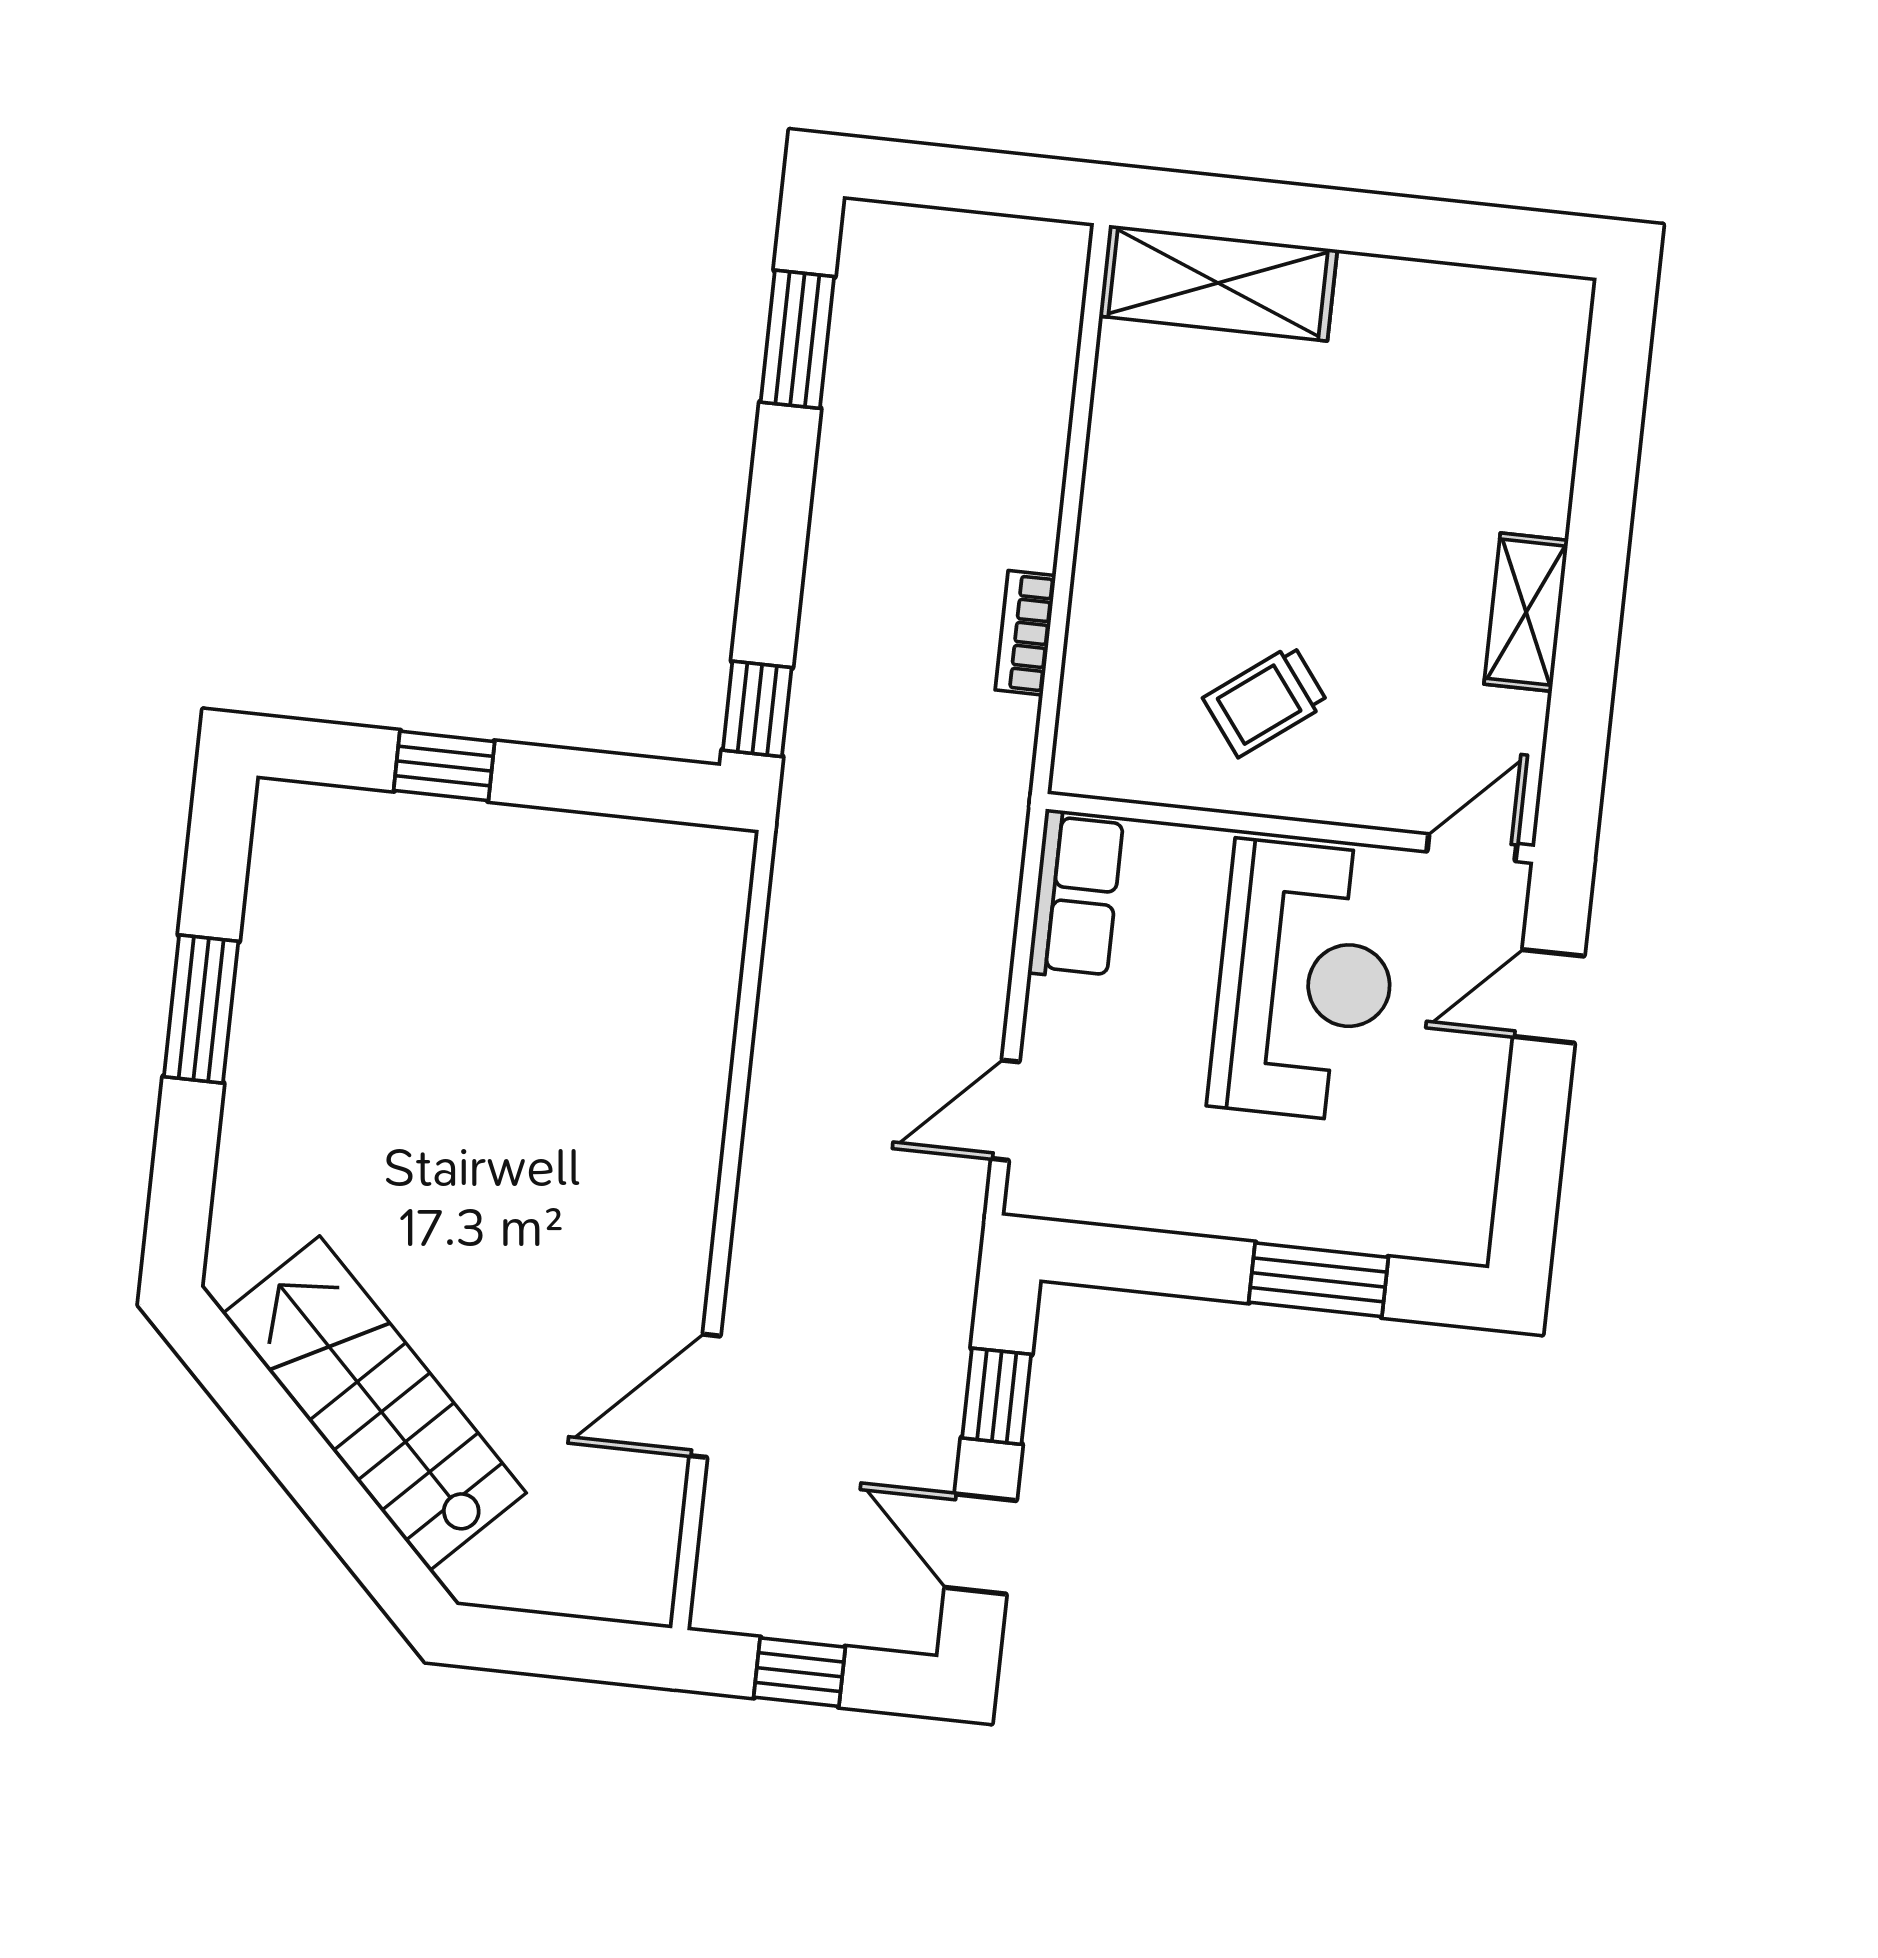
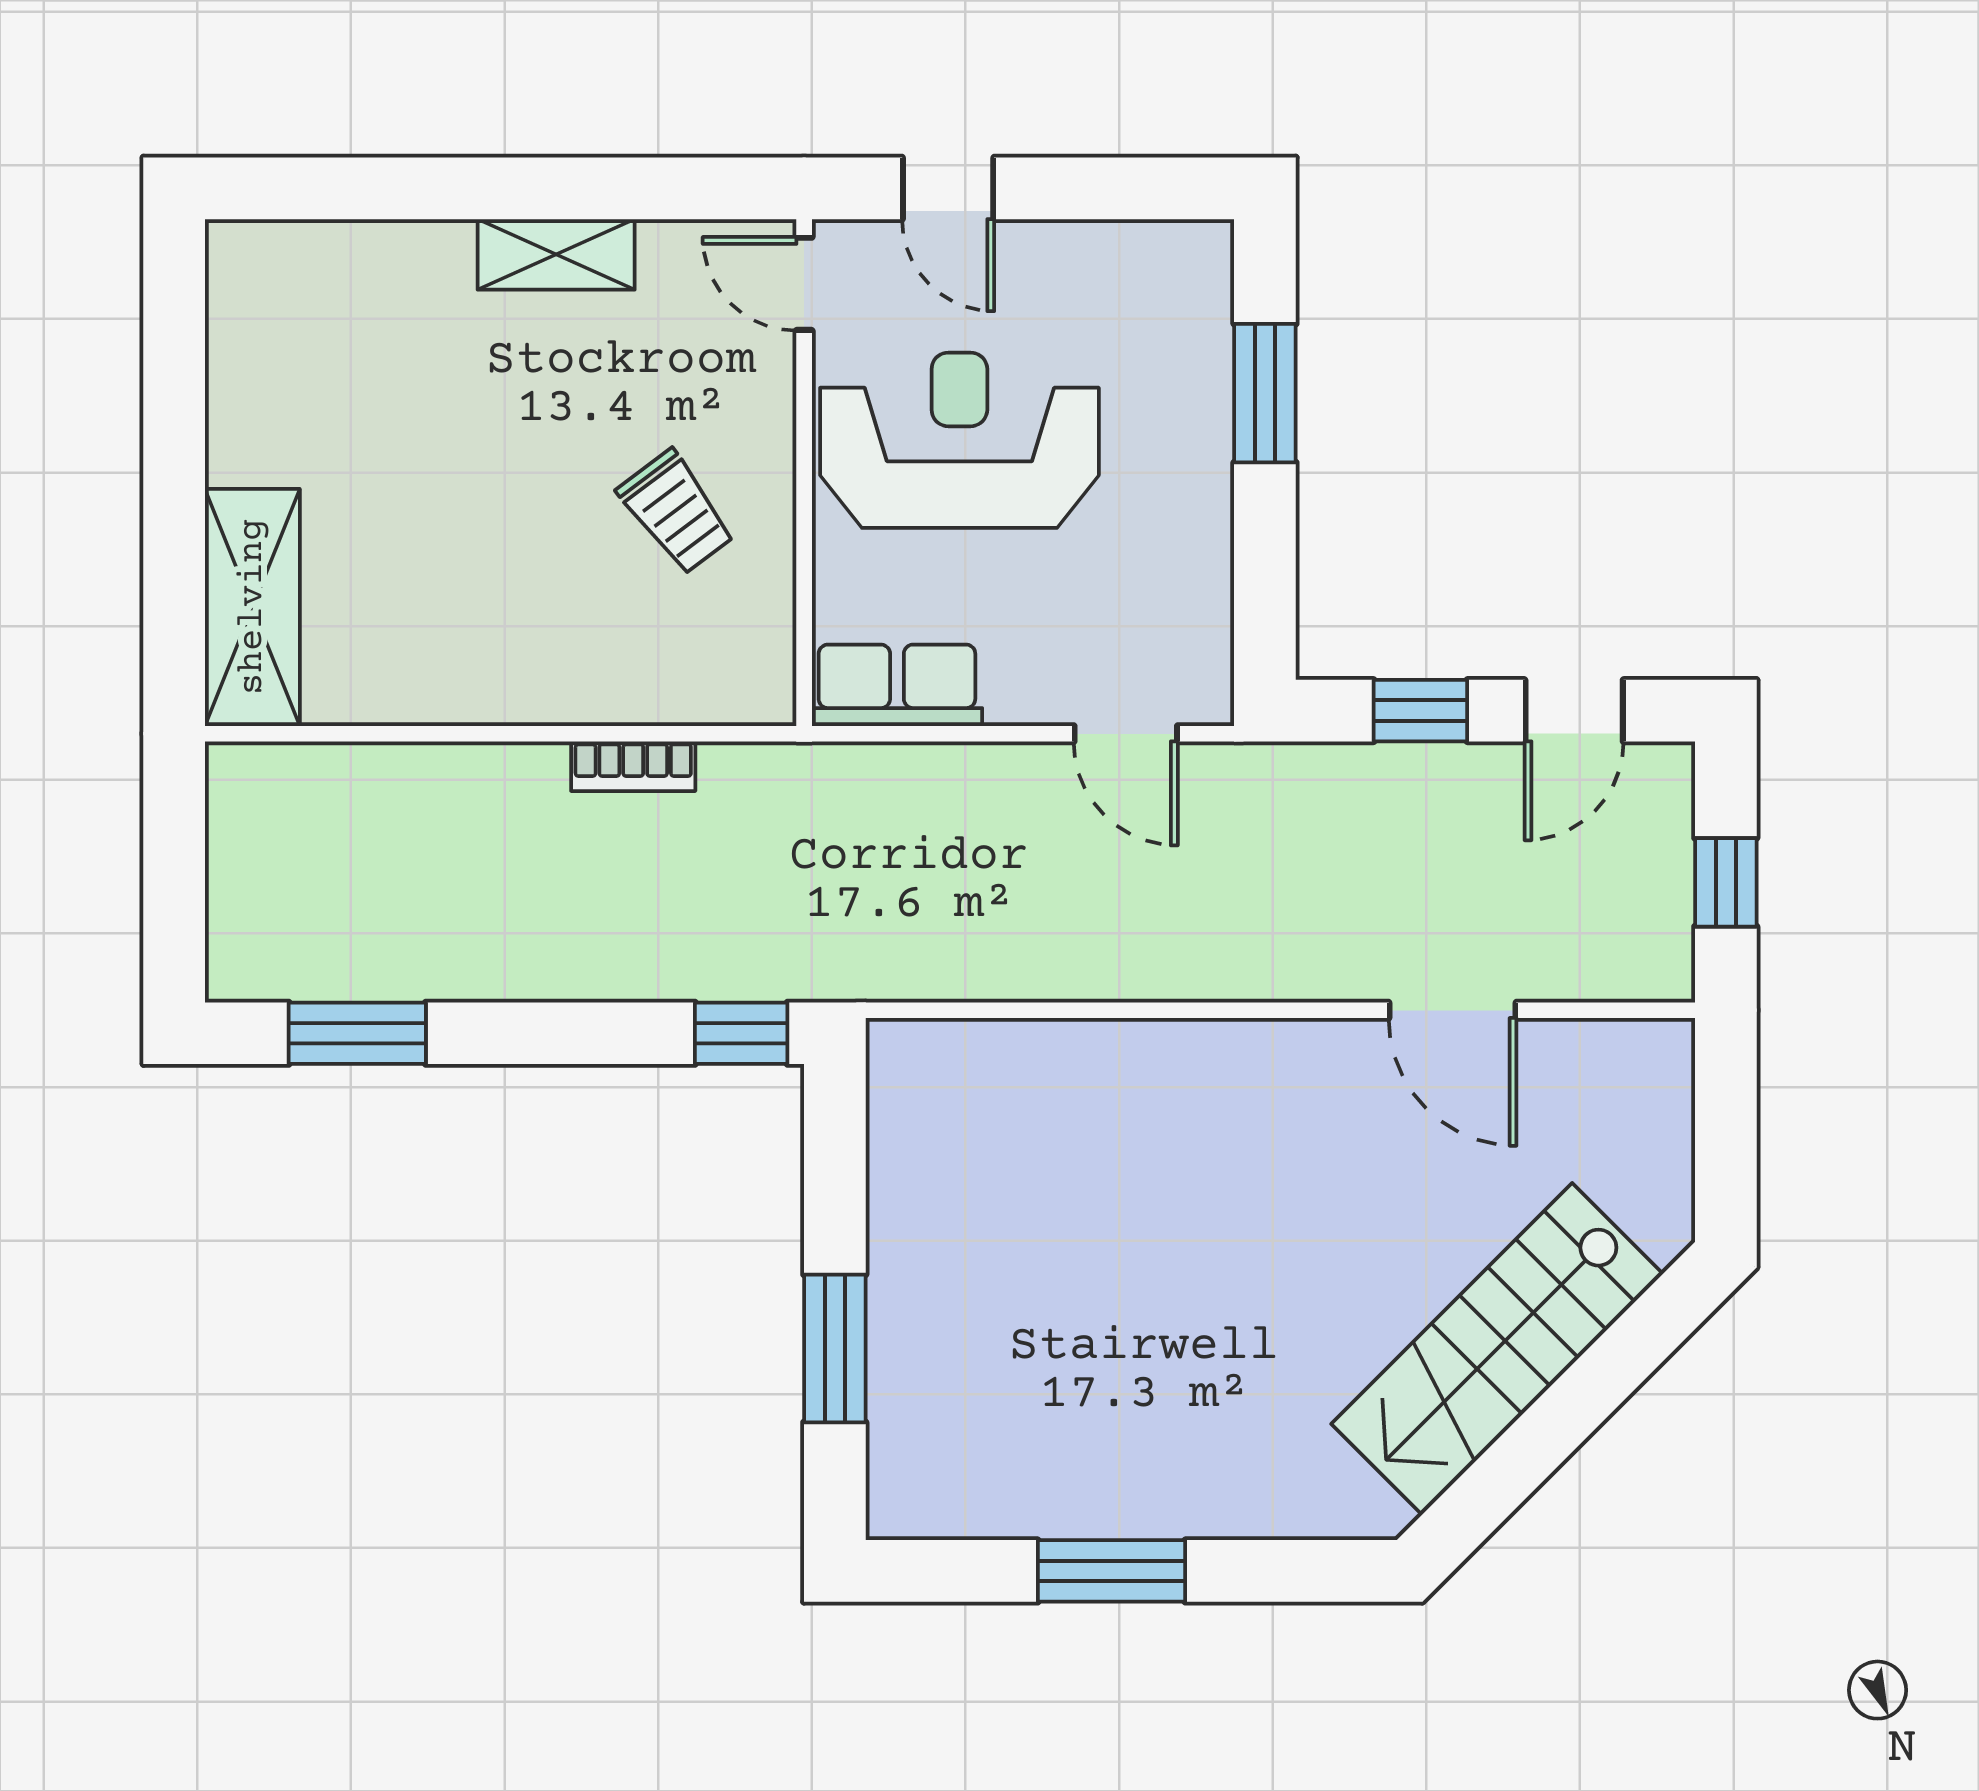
window: (444, 766) -> (835, 1348), width x1.50

